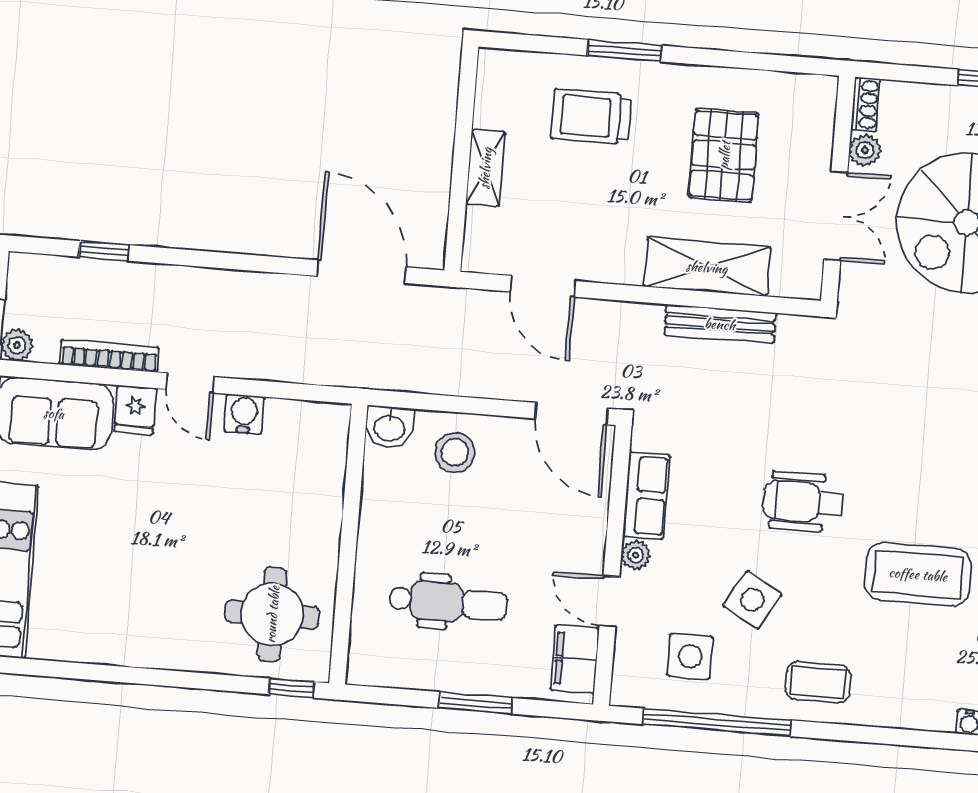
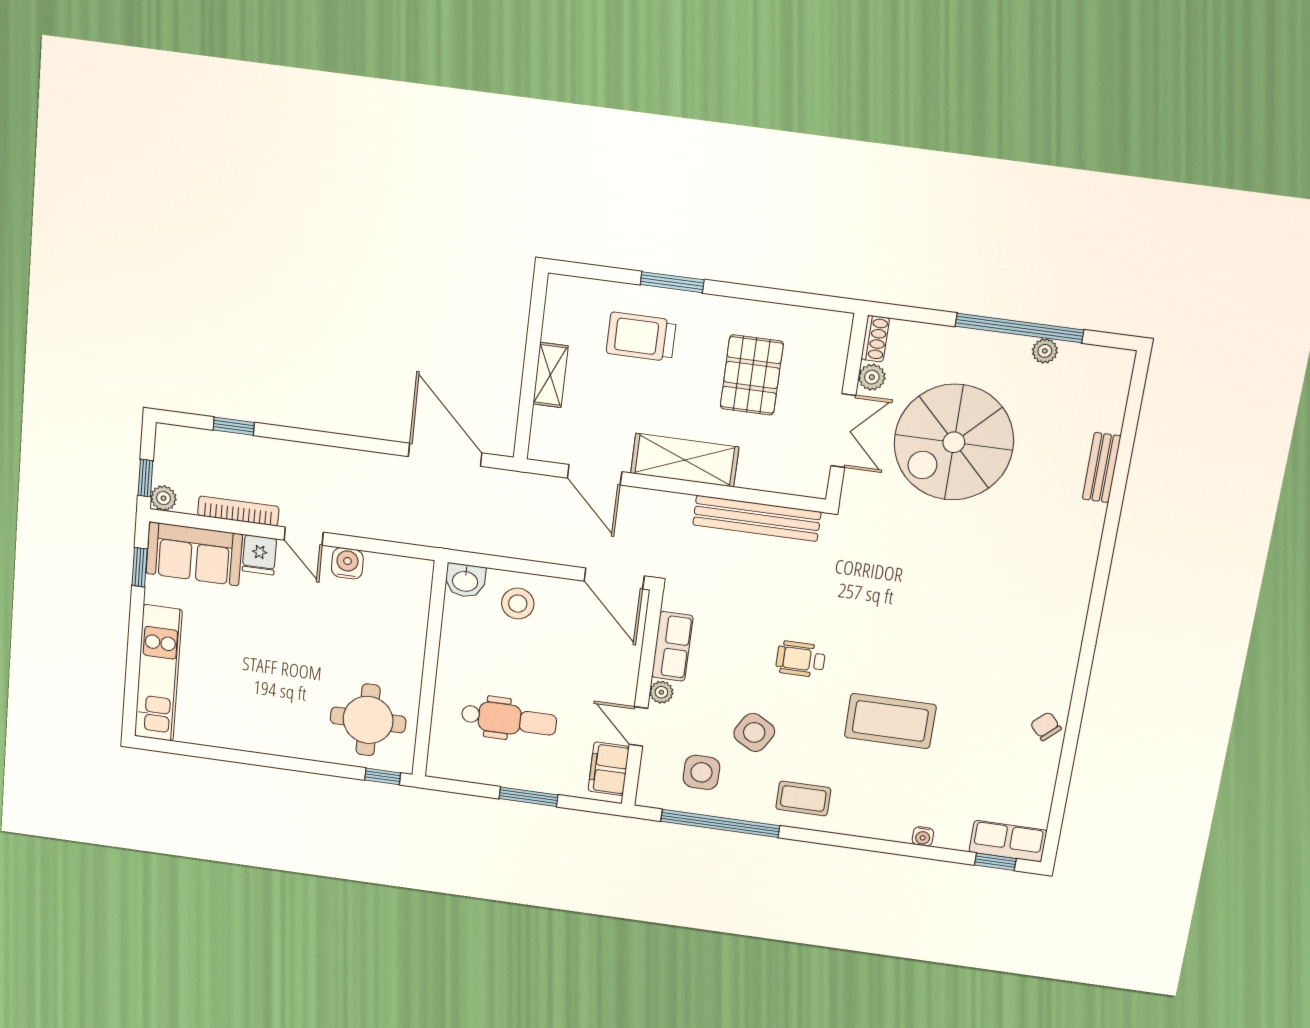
shelving: (707, 267) -> (685, 460), moved
bench: (720, 324) -> (757, 518), width x1.37, depth x1.21
wheelchair: (803, 502) -> (801, 659), width x0.73, depth x0.73

